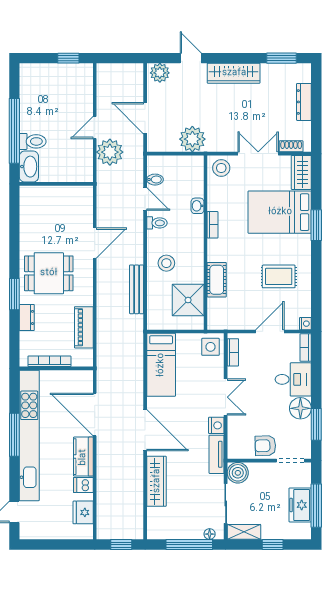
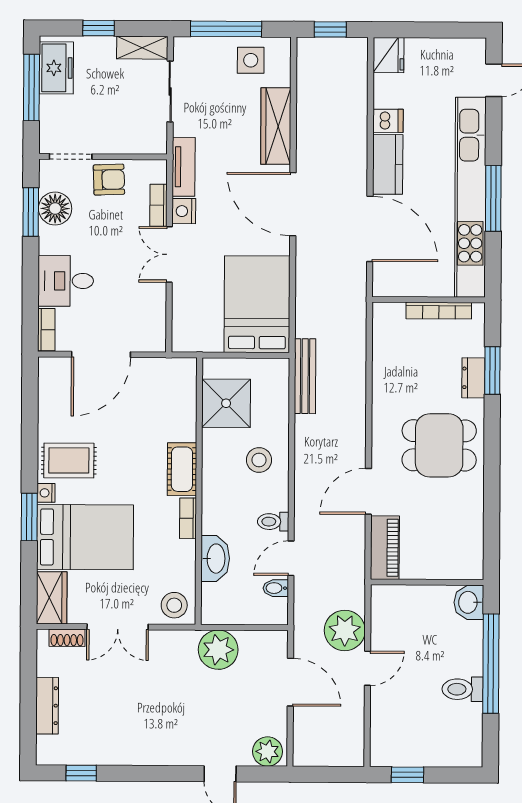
window: (281, 58) -> (81, 773), width x0.67
wardrobe: (234, 73) -> (155, 750), removed
toilet: (33, 141) -> (463, 689), moved
washbasin: (29, 167) -> (469, 602), width x0.72
door: (145, 199) -> (291, 558), hinge flipped
washbasin: (197, 206) -> (215, 559), width x1.91, depth x1.45
rug: (279, 276) -> (69, 460), moved
cot: (217, 280) -> (182, 469), moved
bench: (137, 289) -> (305, 376), moved
window: (14, 294) -> (492, 370), moved
nightstand: (305, 324) -> (46, 493), moved
piano: (84, 327) -> (385, 548), moved
door: (270, 331) -> (101, 354), width x1.36
side table: (211, 347) -> (251, 60), moved
bookcase: (233, 352) -> (158, 205), moved
bed: (161, 365) -> (257, 304), width x1.50
floor lamp: (300, 408) -> (55, 209), moved
boiler: (238, 473) -> (151, 138), removed
freezer: (300, 505) -> (56, 68), moved
fridge: (83, 512) -> (389, 55), moved
floor lamp: (210, 534) -> (195, 45), removed

